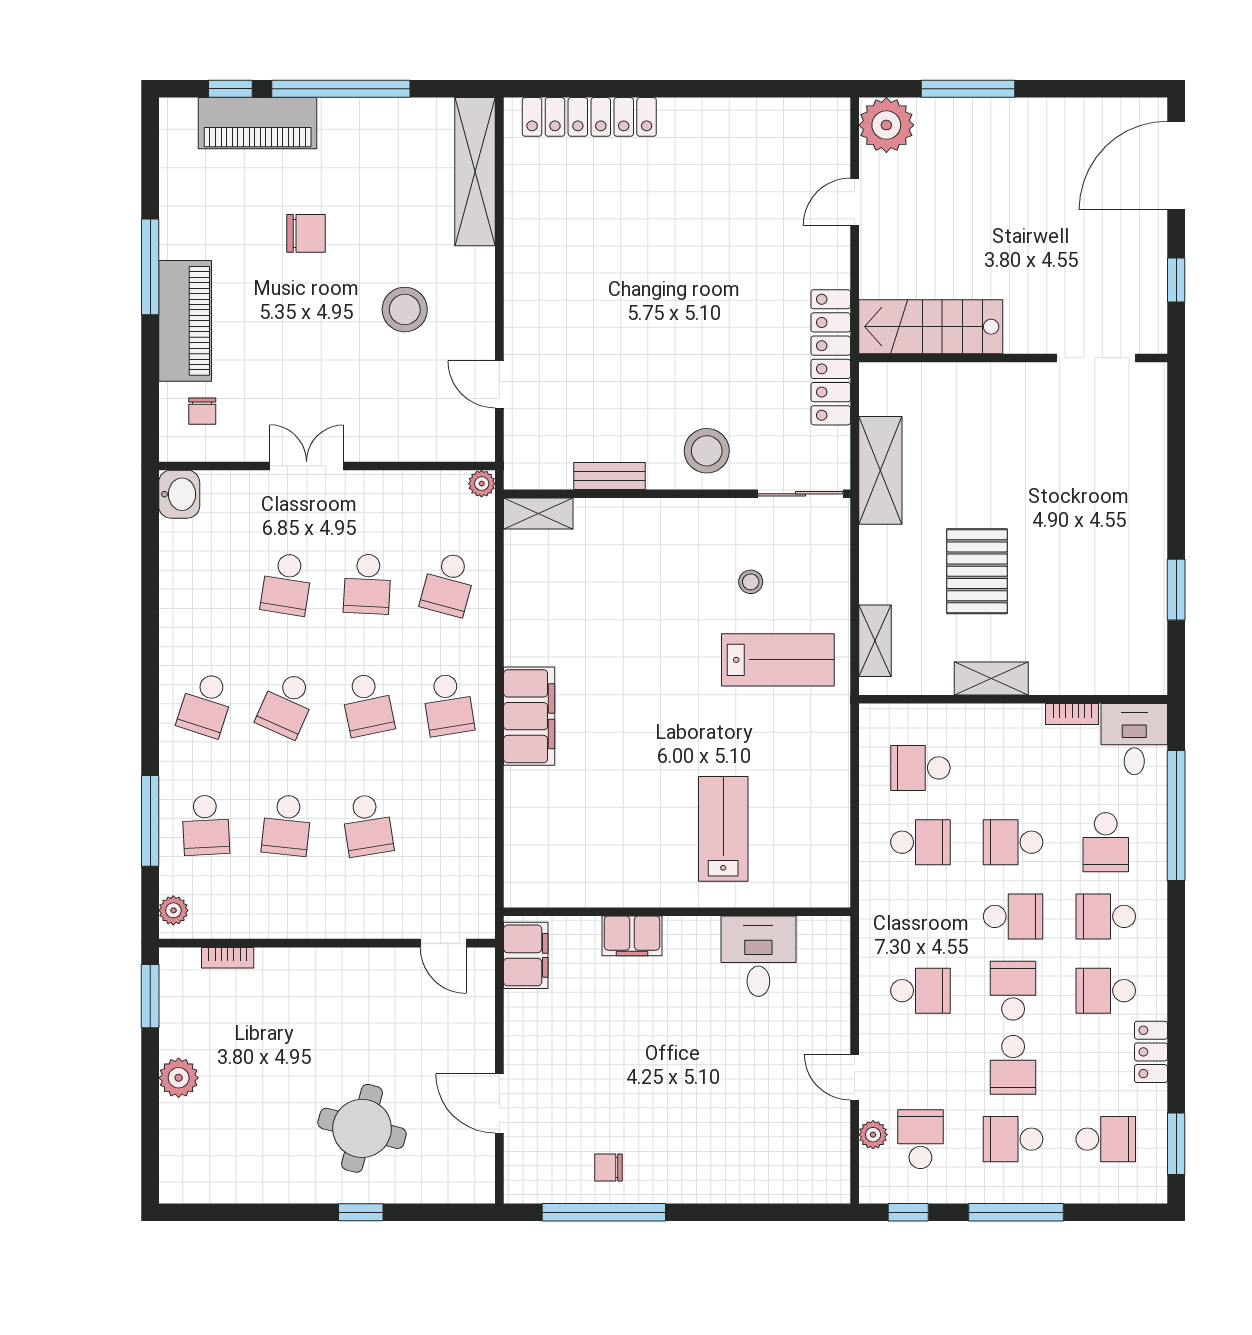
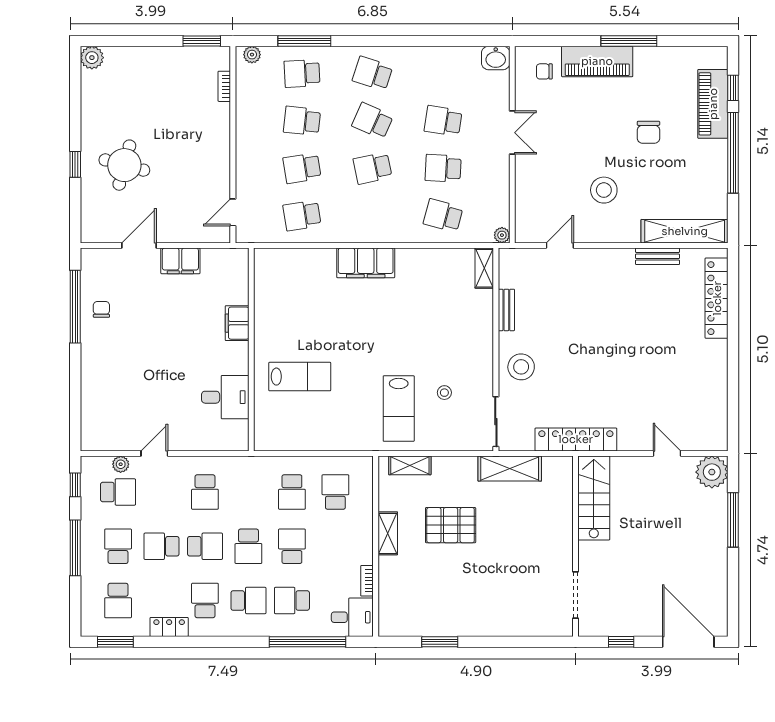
bench: (518, 218) -> (658, 256), added
school desk: (448, 705) -> (302, 215), moved
school desk: (1106, 916) -> (248, 600), turned 90
filing cabinet: (526, 955) -> (180, 261), moved
plant: (179, 1078) -> (92, 58), moved

